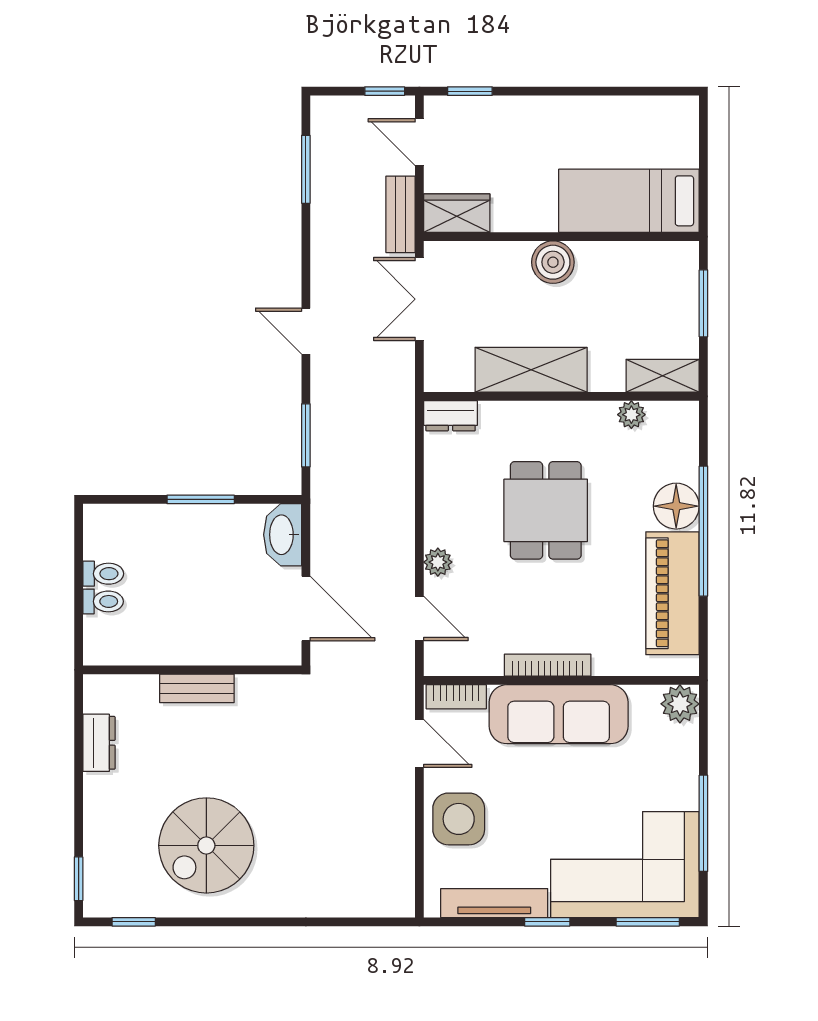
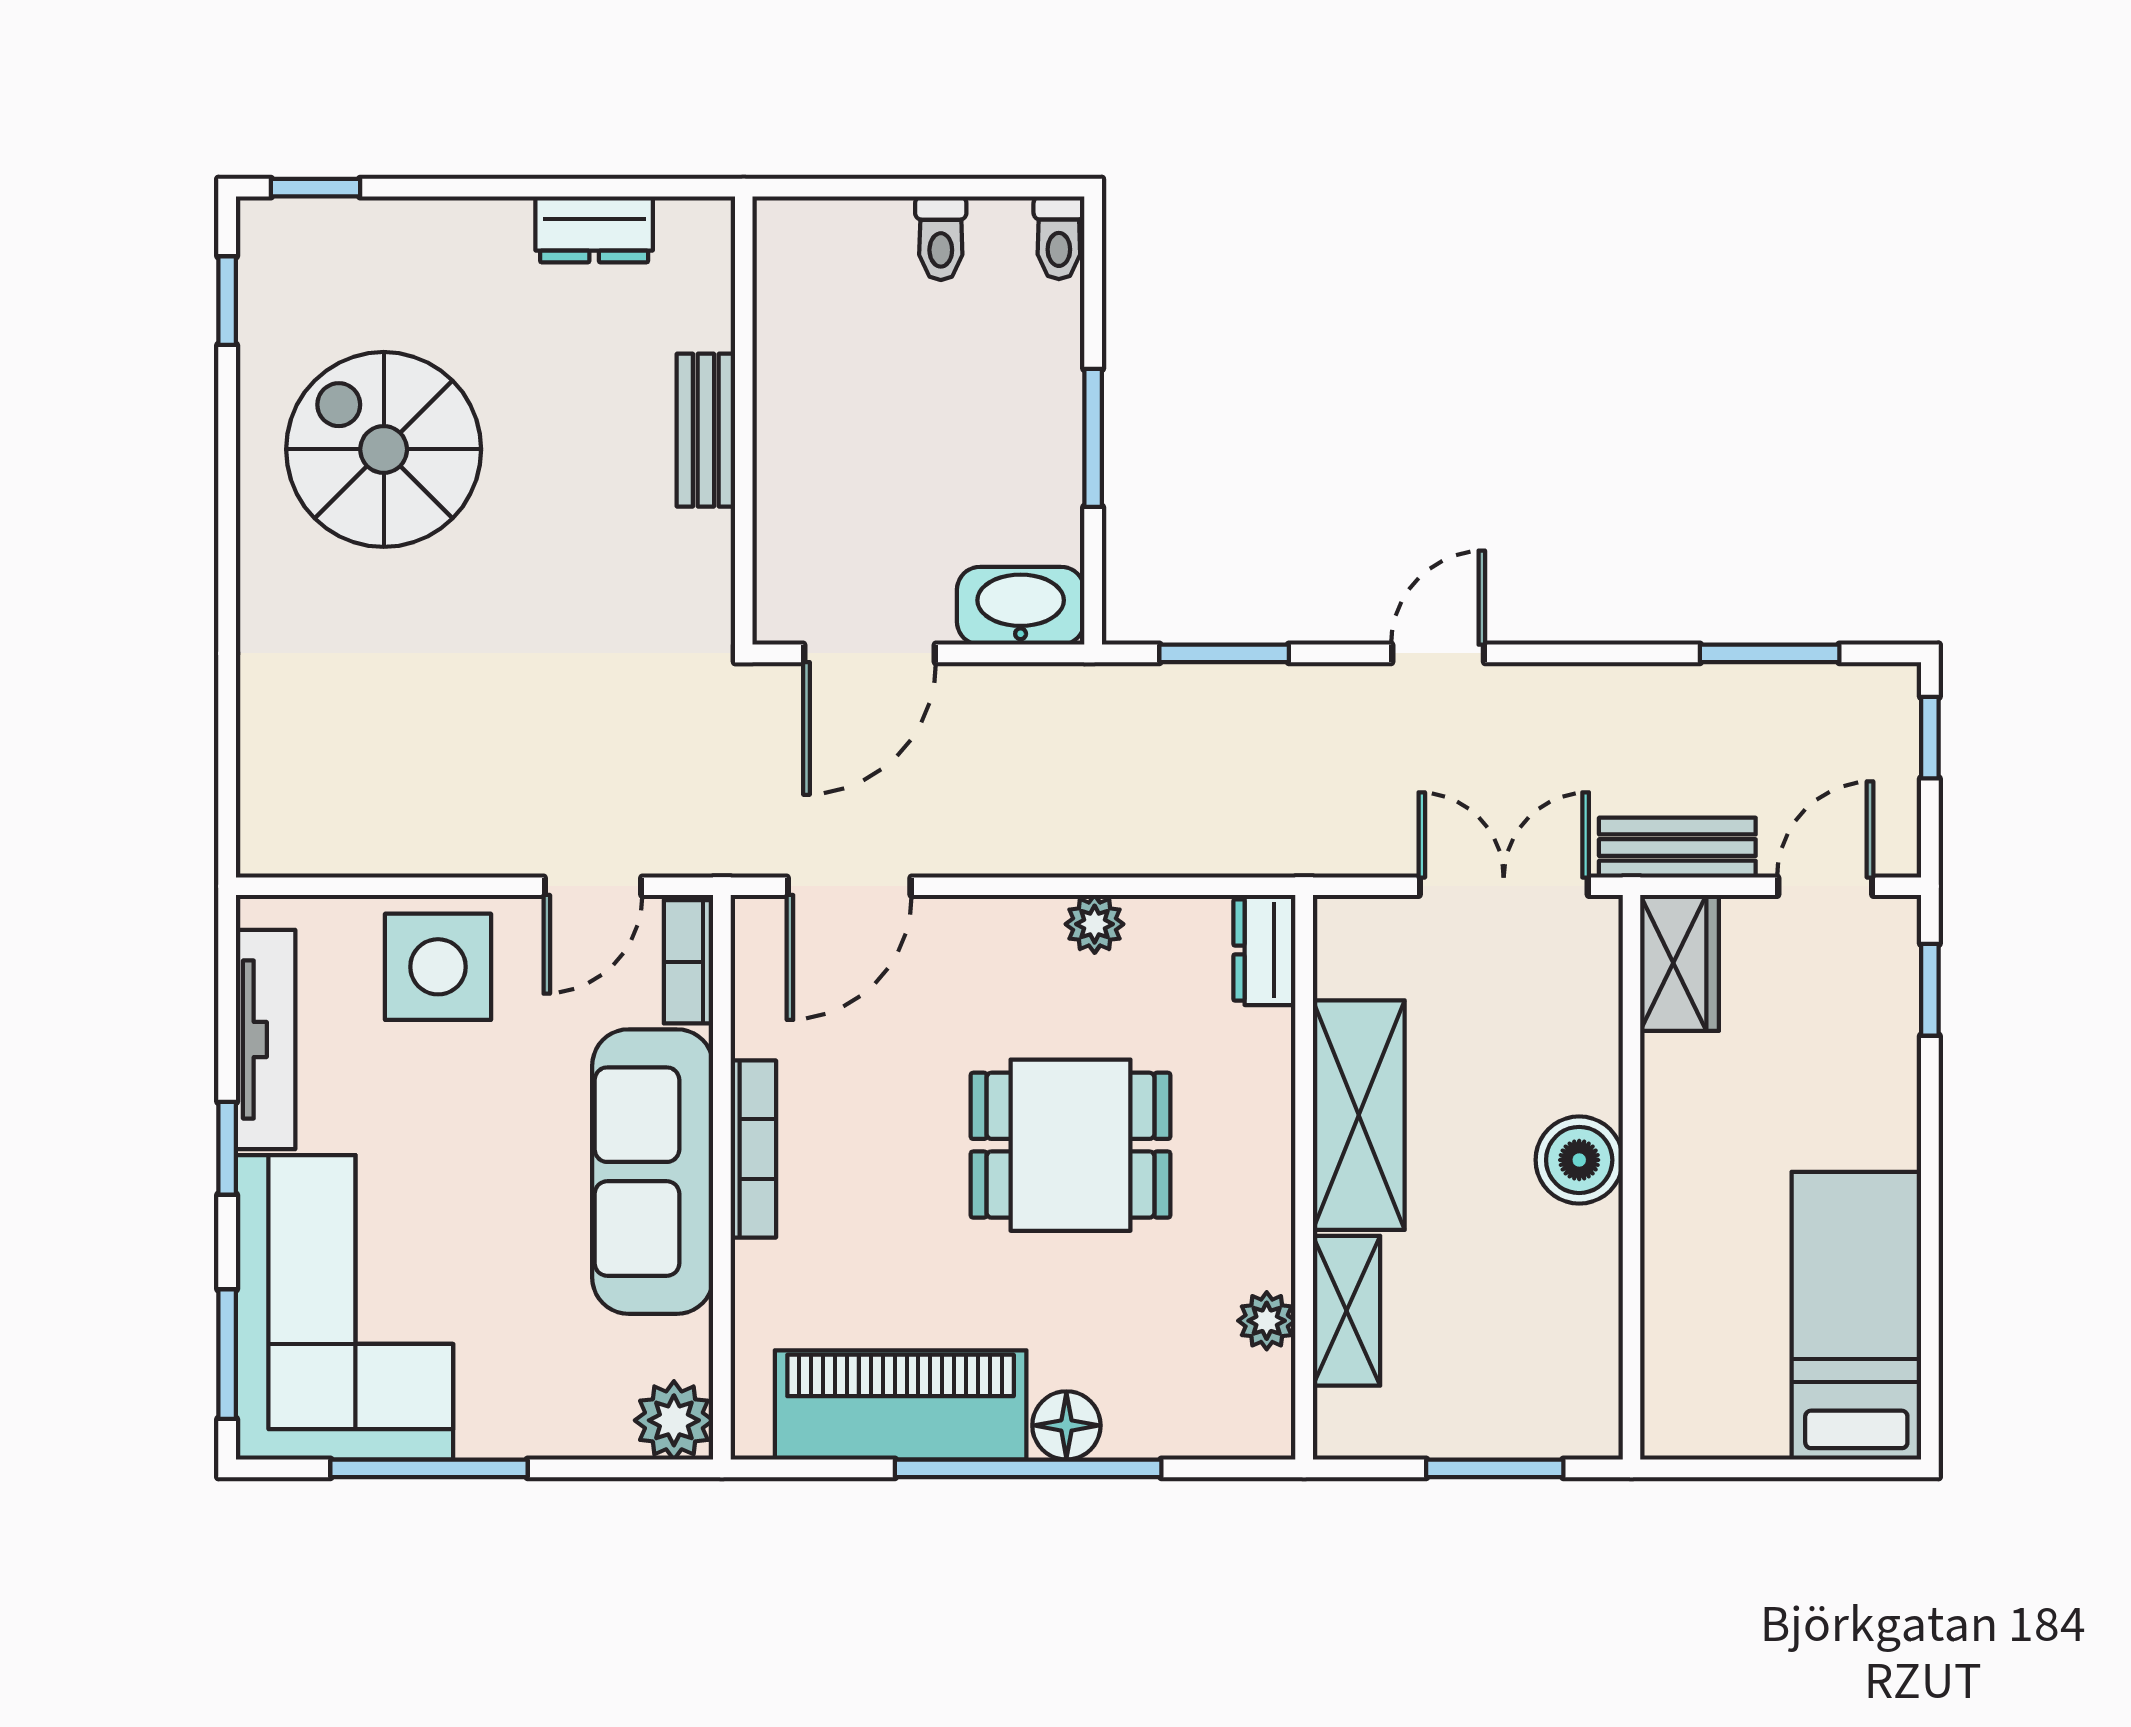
window: (385, 91) -> (1930, 738), moved
bed: (629, 201) -> (1856, 1316), moved
shelving: (663, 376) -> (1347, 1311), moved
floor lamp: (676, 506) -> (1066, 1425), width x0.73, depth x0.73
plant: (438, 562) -> (1095, 924), moved
toilet: (103, 601) -> (1059, 238), moved
door: (419, 618) -> (849, 886), width x1.38

